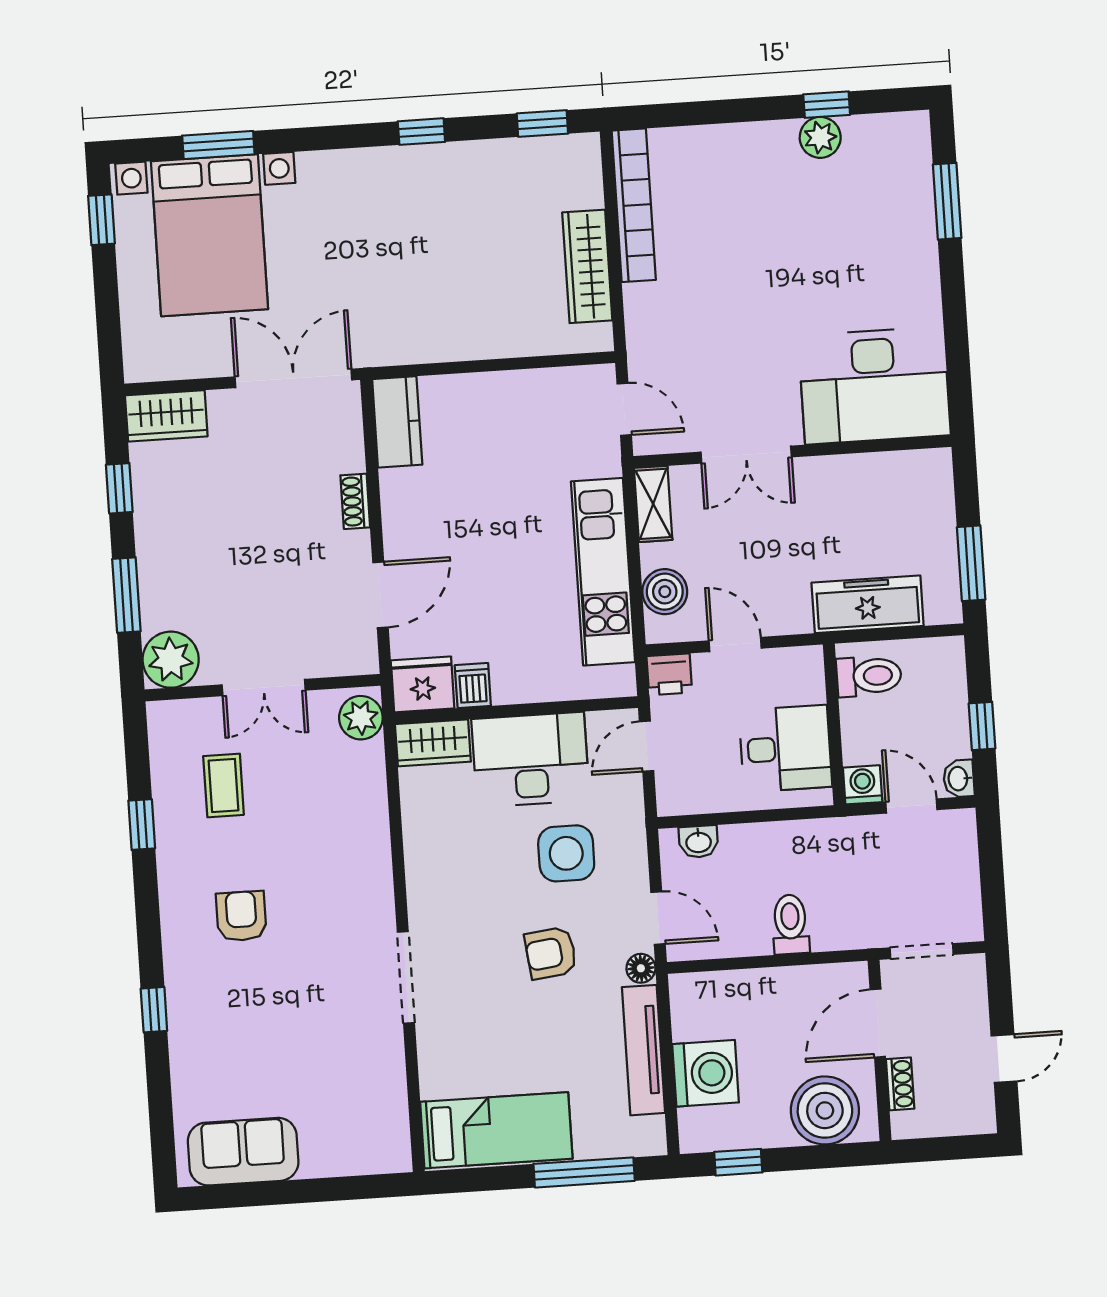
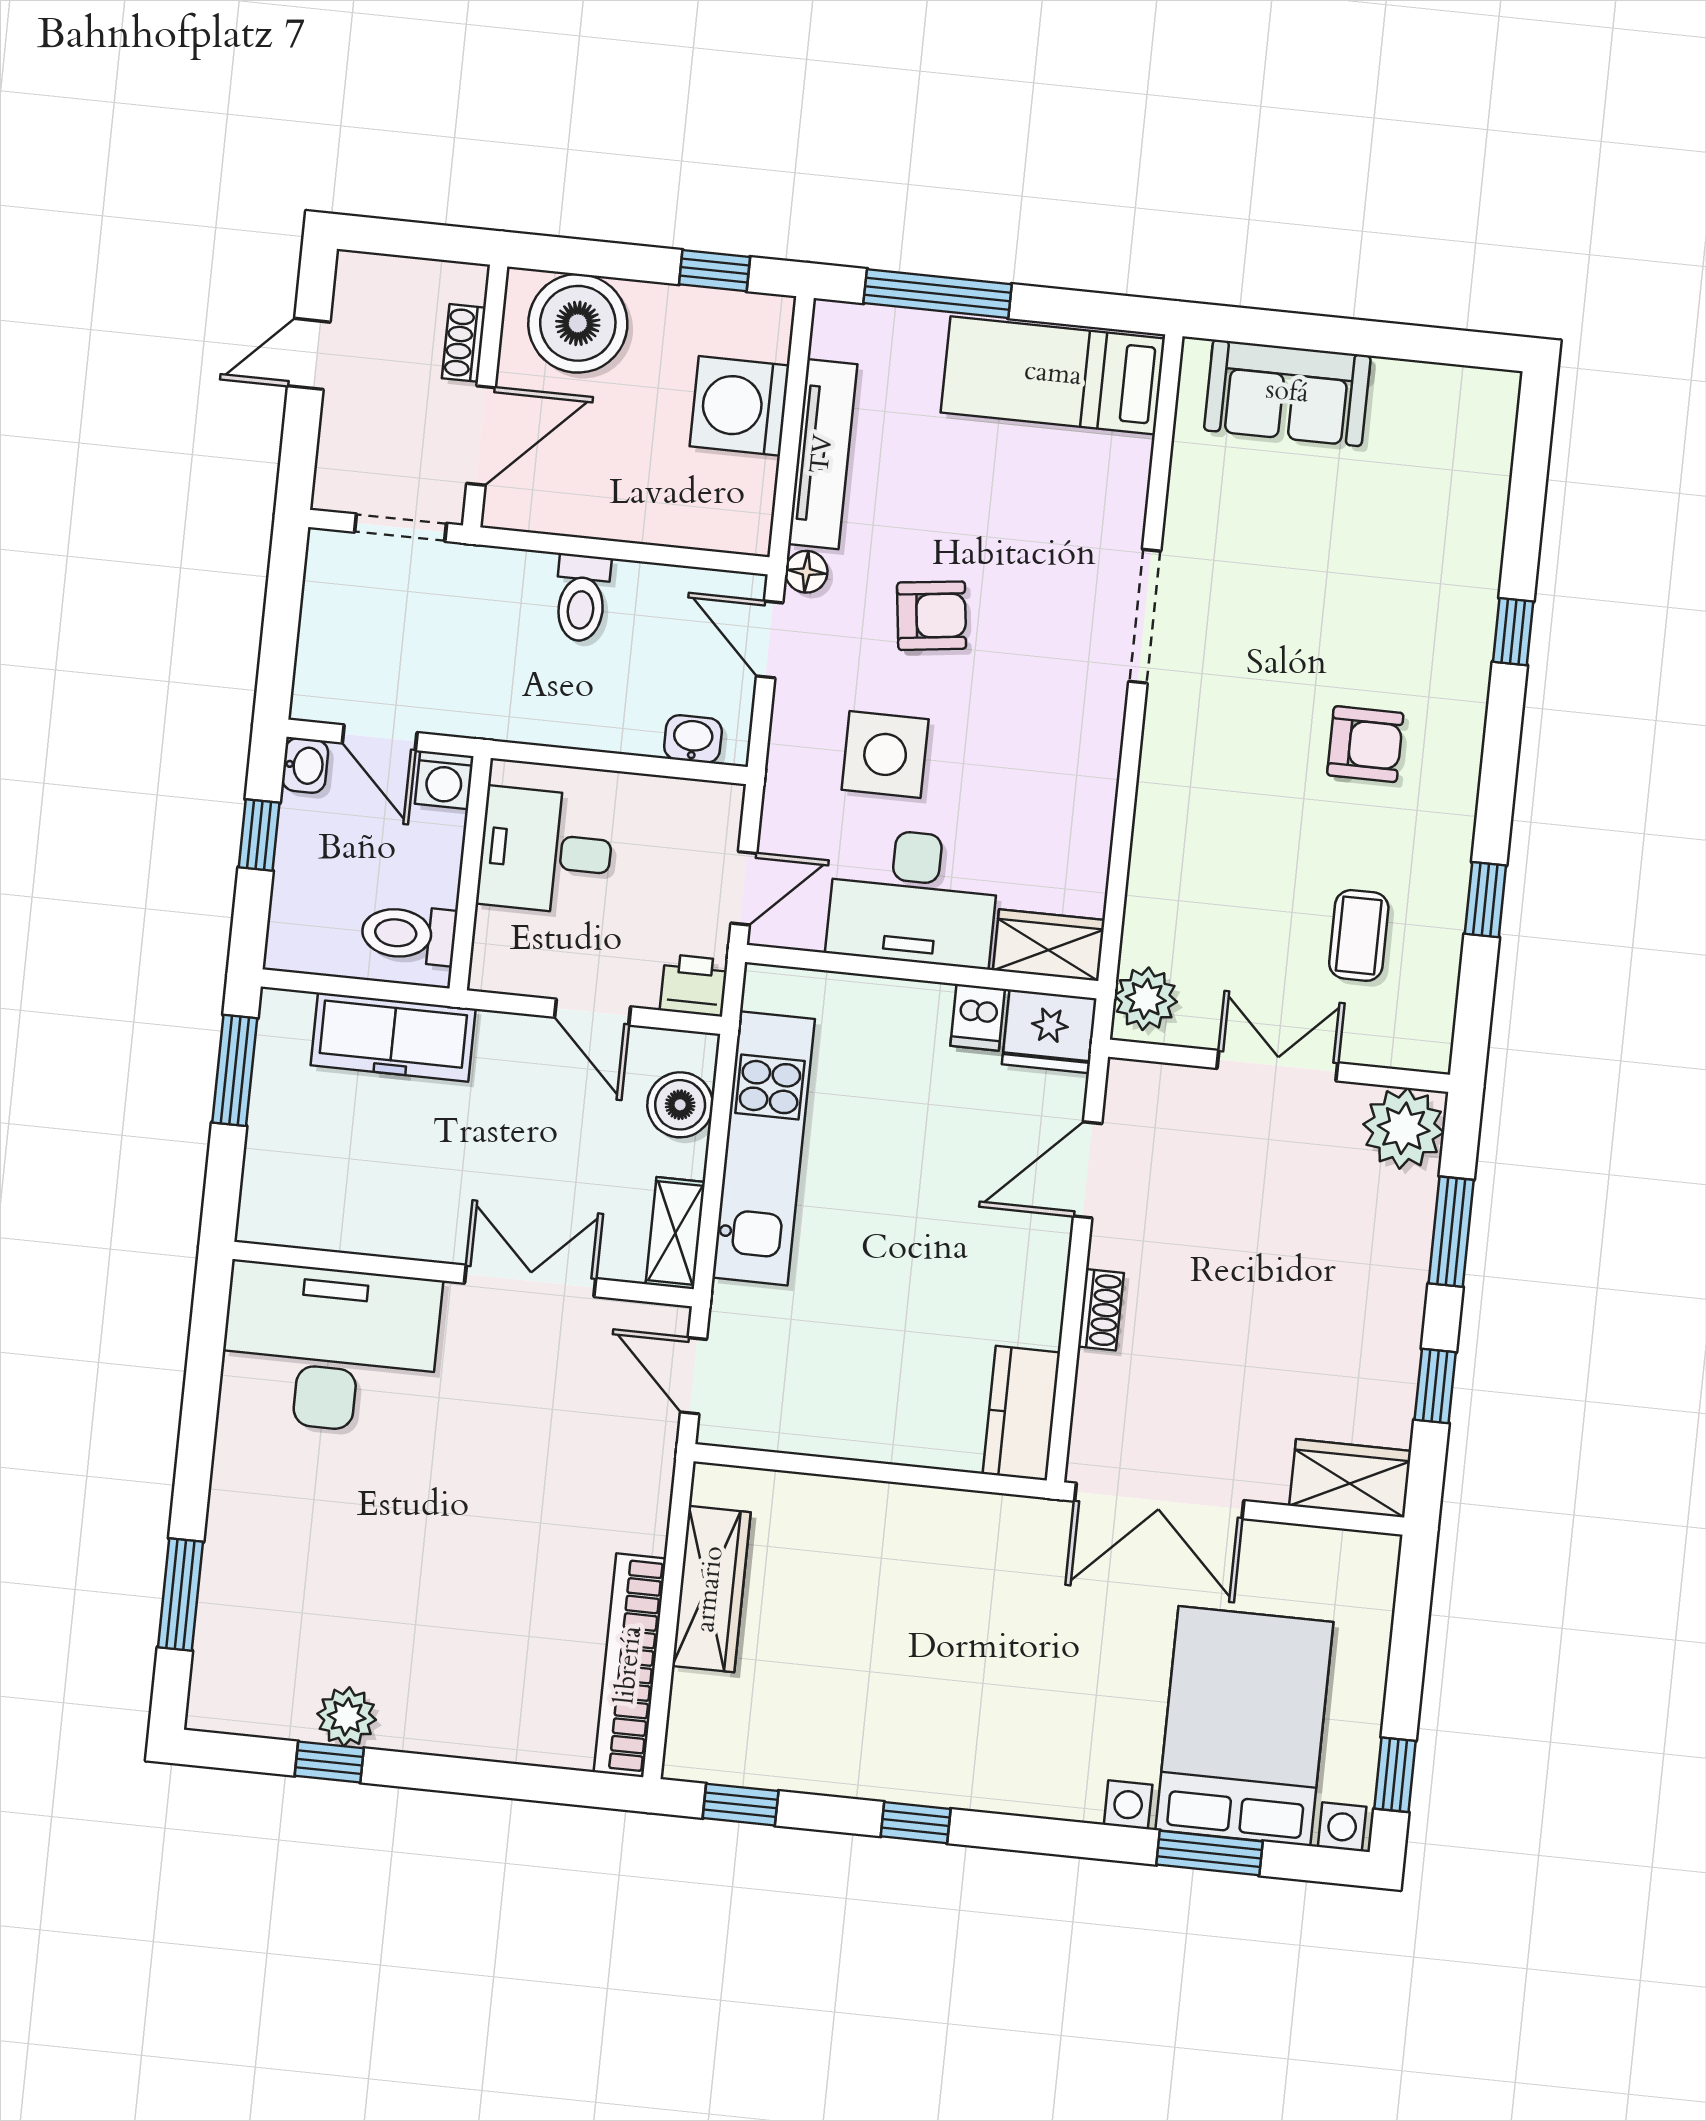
armchair: (241, 916) -> (1365, 744), turned -90
sofa: (243, 1152) -> (1287, 393), moved

